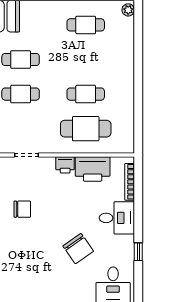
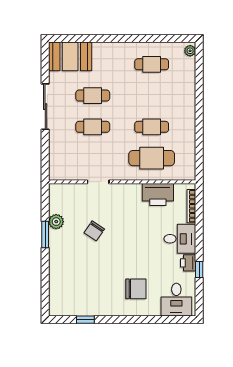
printer: (65, 165) -> (188, 263), moved, turned 90
chair: (22, 209) -> (94, 231), turned 124
chair: (78, 249) -> (136, 289), moved, turned -55

